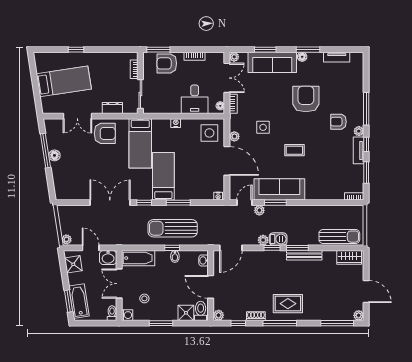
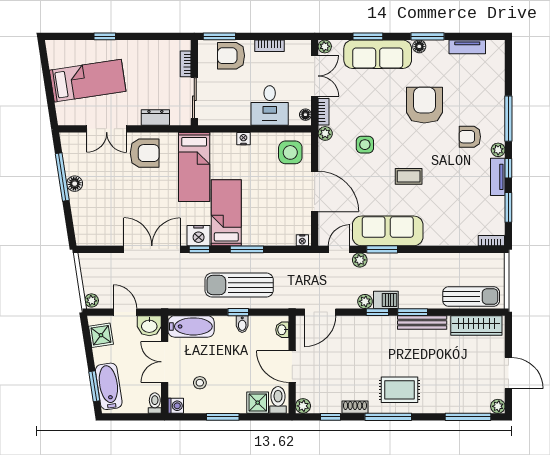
plant: (234, 136) -> (325, 133), moved
nightstand: (143, 193) -> (199, 236), added
wardrobe: (349, 257) -> (476, 325), width x1.50

